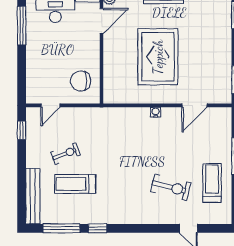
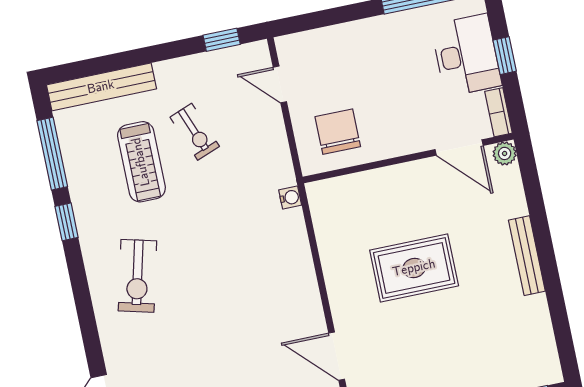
rug: (158, 57) -> (414, 268), width x0.73, depth x0.69
water cooler: (156, 112) -> (290, 197), moved
treadmill: (75, 184) -> (141, 162), turned 180
exercise bike: (171, 187) -> (137, 276), moved

